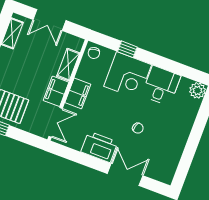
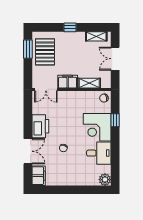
filing cabinet: (78, 93) -> (39, 176), moved, turned -90

